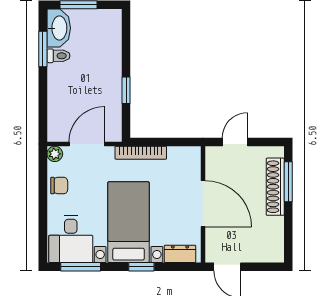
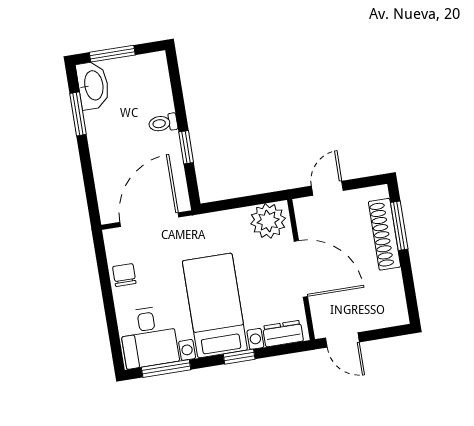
toilet: (58, 56) -> (163, 123), moved, turned 180
door: (87, 144) -> (149, 220), width x1.36
bookcase: (141, 153) -> (216, 220), removed
plant: (55, 154) -> (268, 221), moved, width x1.87, depth x1.87
chair: (59, 186) -> (124, 275), turned -90

